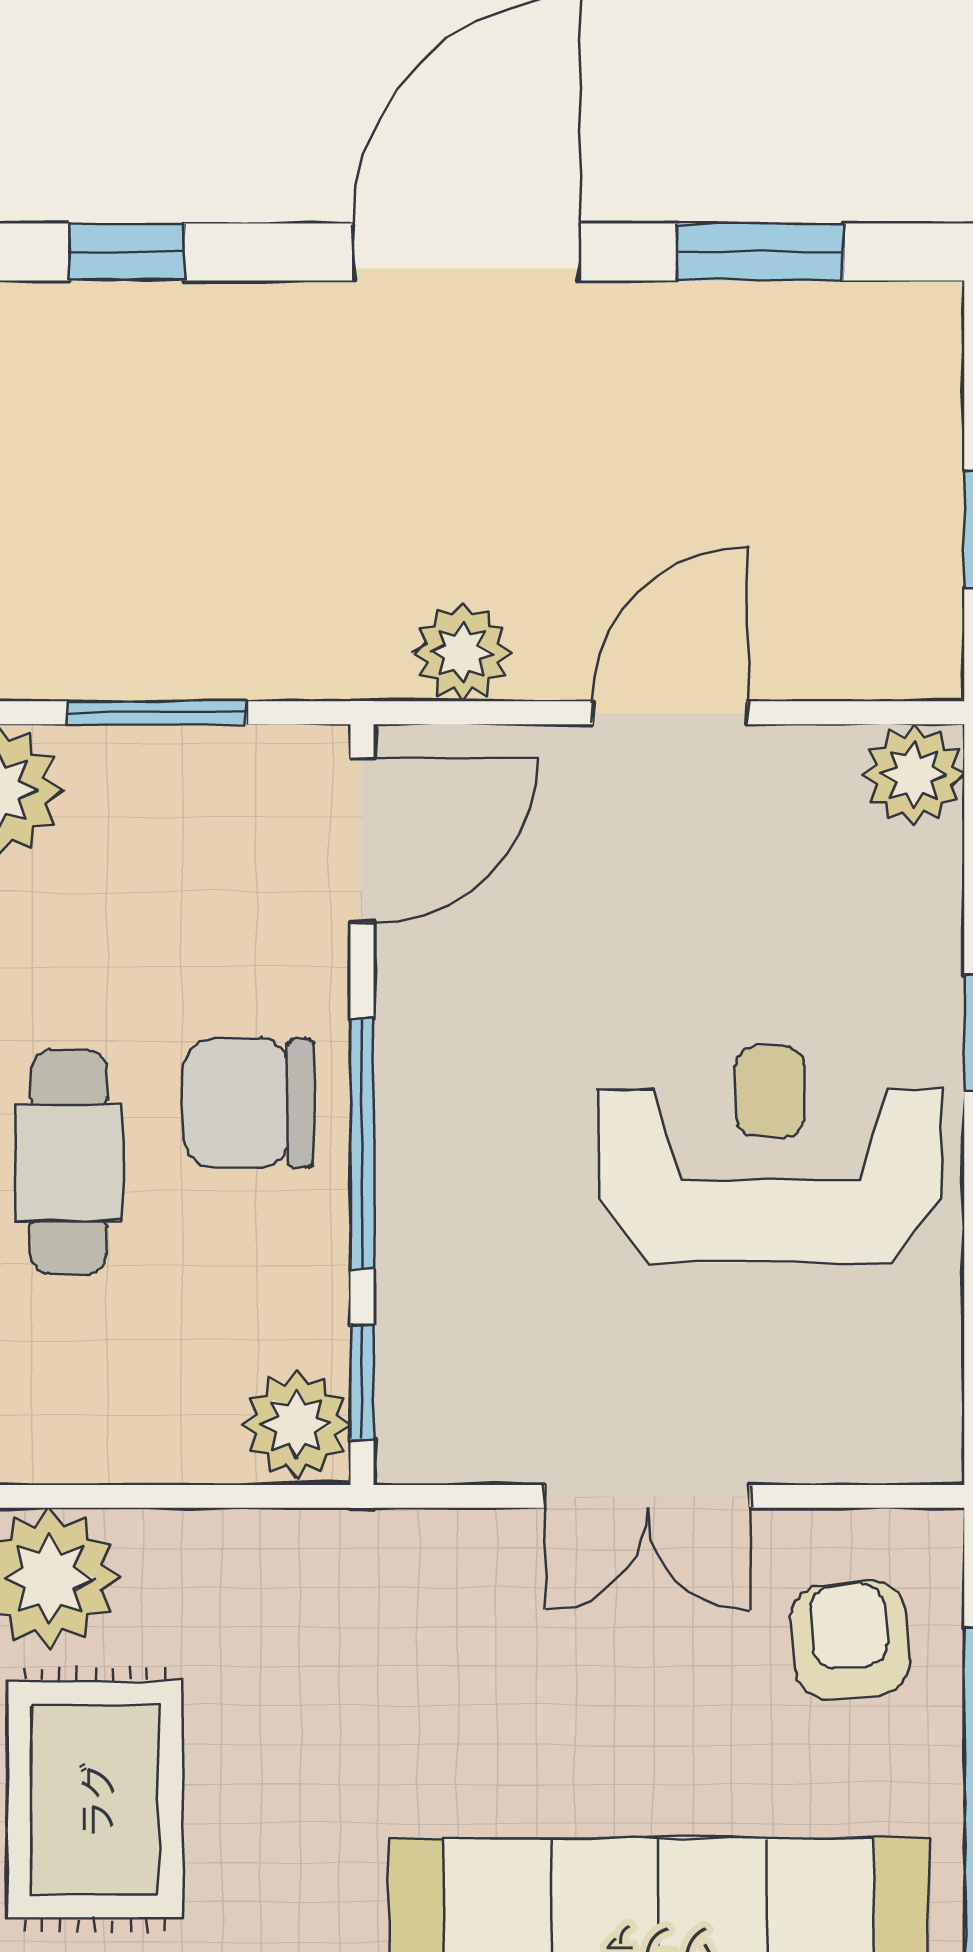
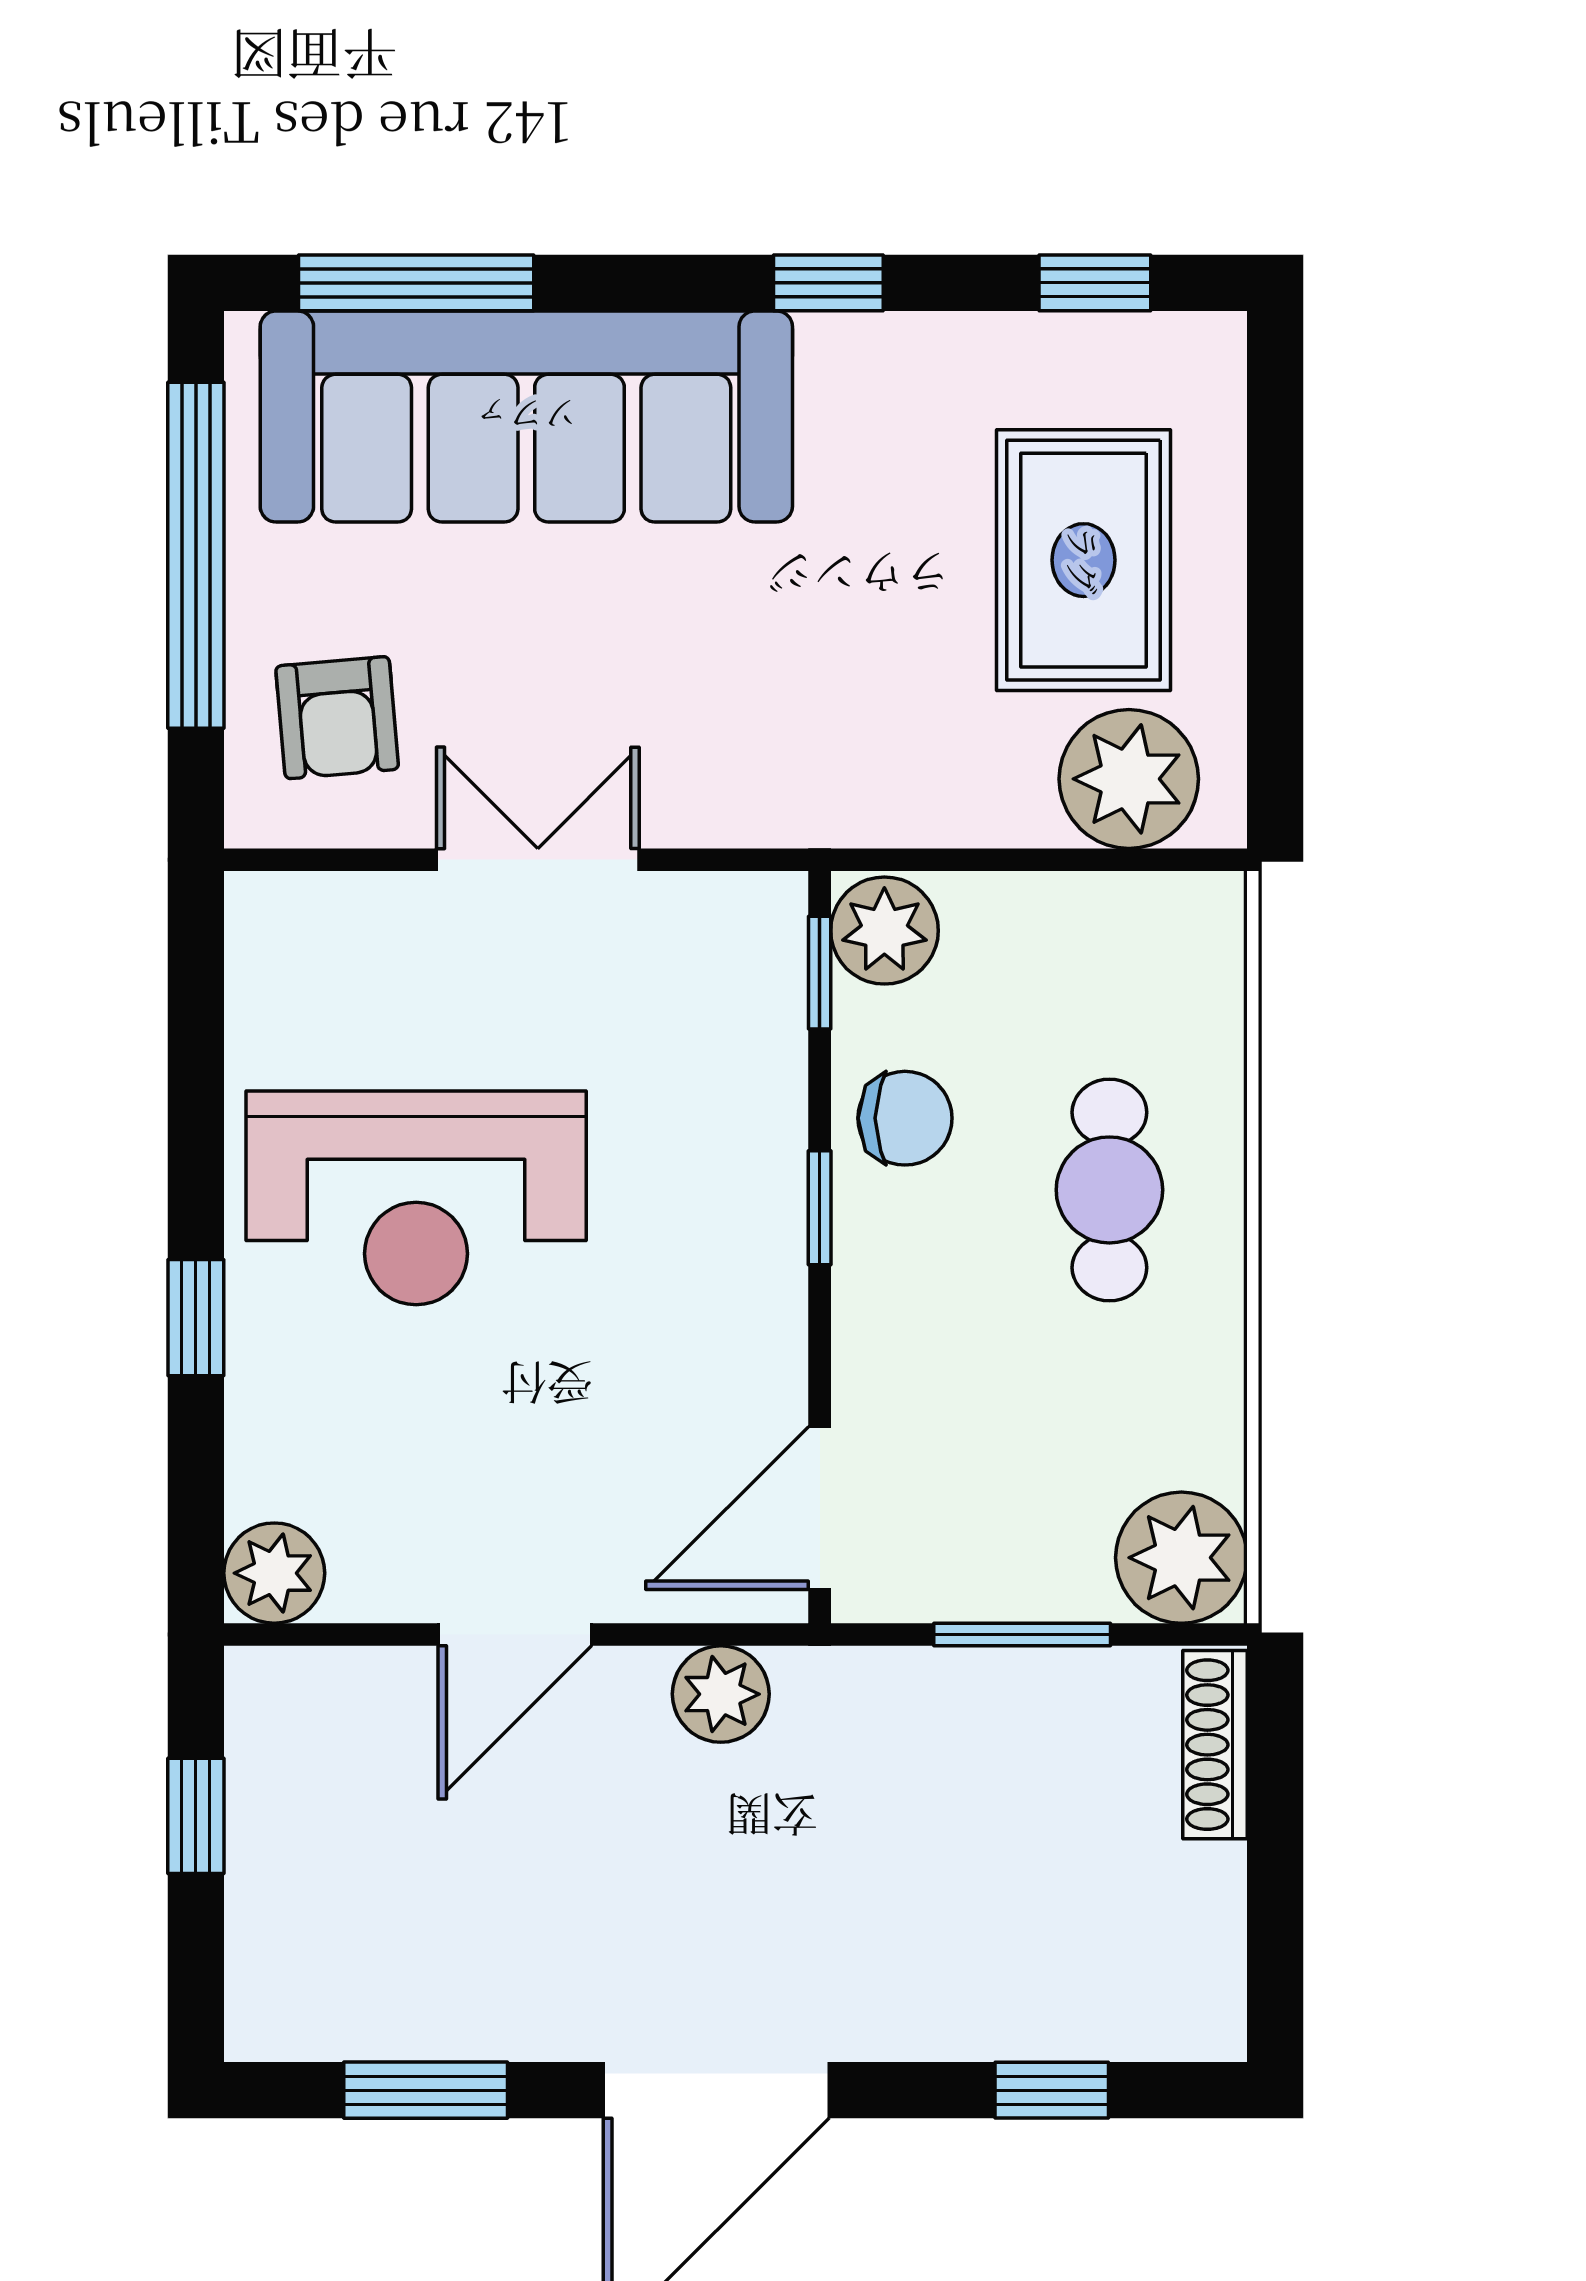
chair: (248, 1103) -> (905, 1118), moved, width x0.73, depth x0.73
window: (362, 1144) -> (820, 1208), width x0.46

